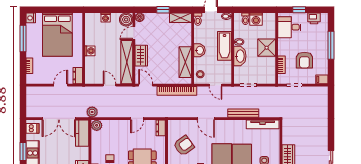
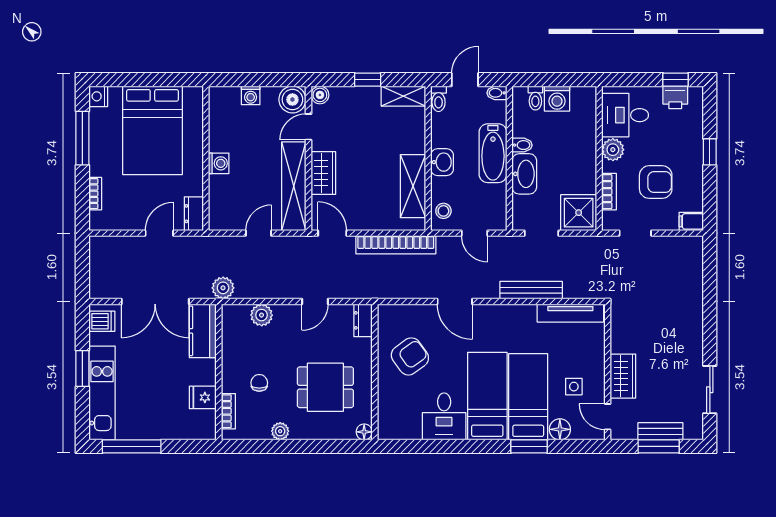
window: (299, 10) -> (676, 80), moved
plant: (283, 44) -> (613, 150), added
window: (331, 45) -> (710, 152), width x0.46
shower: (267, 48) -> (579, 213), moved
armchair: (304, 60) -> (656, 182), turned -90
door: (110, 85) -> (259, 233), hinge flipped
plant: (97, 125) -> (262, 315), moved

